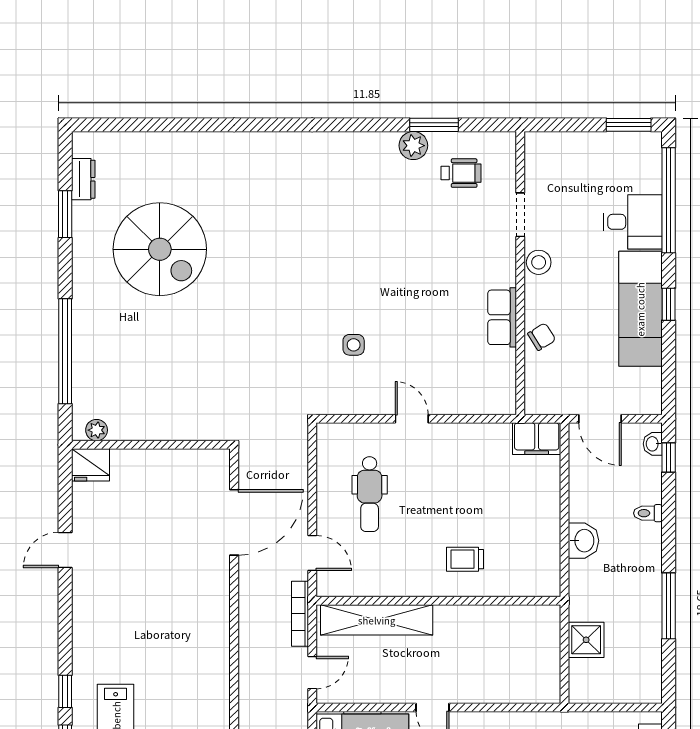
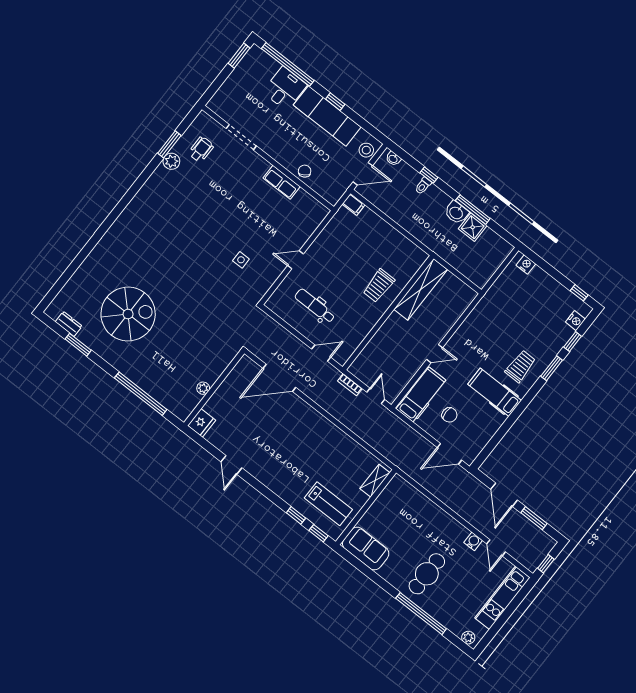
doorway: (520, 215) -> (241, 137), width x1.38
stool: (539, 262) -> (366, 150), moved
plant: (97, 430) -> (203, 388), moved
filing cabinet: (537, 439) -> (354, 204), width x0.50
window: (669, 457) -> (429, 175), moved
dental chair: (370, 494) -> (315, 306), turned 180
door: (234, 522) -> (279, 378), swing flipped
washbasin: (583, 541) -> (456, 213), moved, turned 180
trolley: (465, 559) -> (379, 286), width x1.36, depth x1.39
bookcase: (300, 614) -> (350, 385), width x0.64
shelving: (377, 620) -> (421, 289), moved
shower: (586, 640) -> (473, 227), moved

